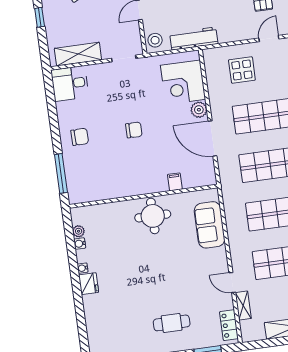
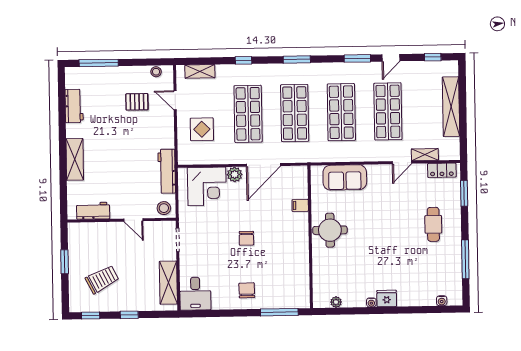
chair: (134, 130) -> (246, 238), turned 180
water cooler: (80, 244) -> (442, 301), moved

